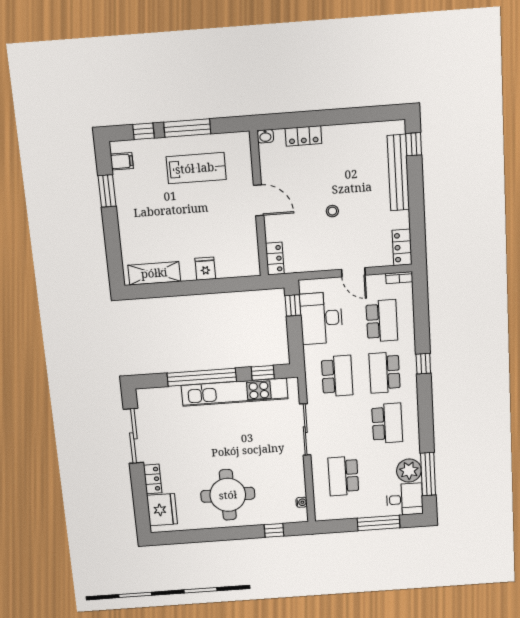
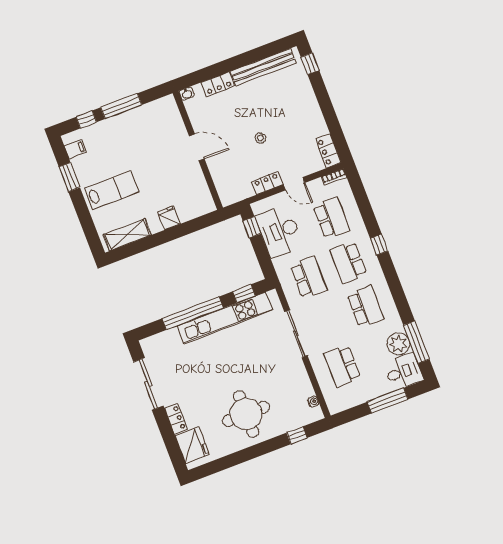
lab bench: (196, 168) -> (112, 190), moved
bench: (398, 173) -> (263, 67), moved, turned 90
locker: (275, 258) -> (267, 183), moved, turned -90

